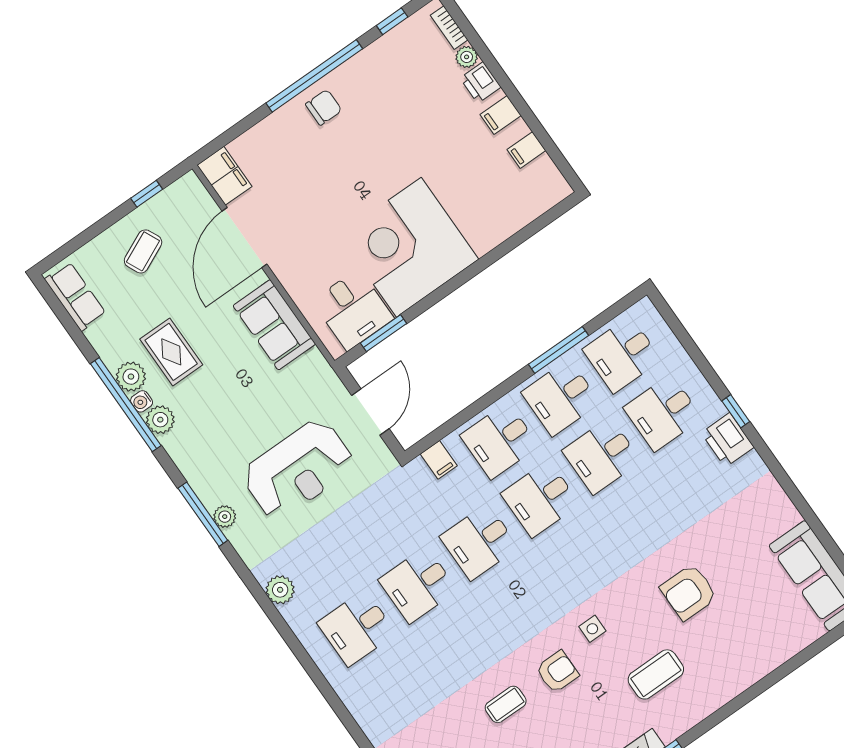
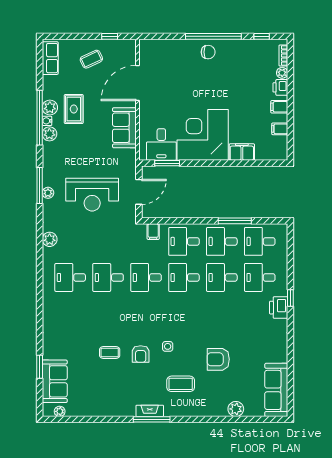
filing cabinet: (224, 176) -> (242, 152), moved, turned -90
plant: (774, 652) -> (236, 409), added
armchair: (557, 672) -> (141, 354), turned 90

